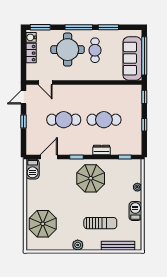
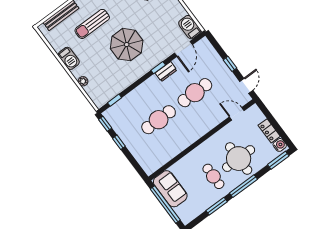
sofa: (132, 59) -> (170, 189), width x0.73
window: (144, 97) -> (105, 124), moved
dresser: (102, 150) -> (166, 72), moved
parasol: (91, 178) -> (127, 45), moved

